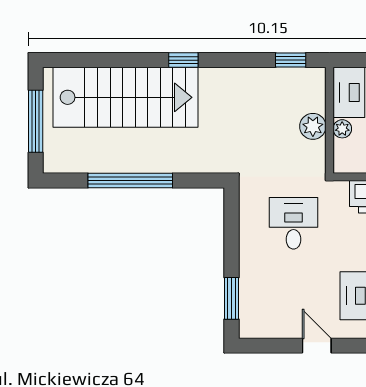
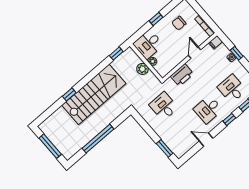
window: (183, 60) -> (69, 94), moved
stairs: (126, 97) -> (94, 94), moved

